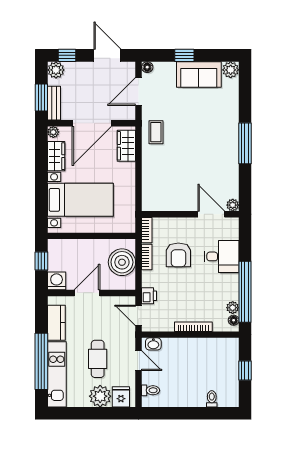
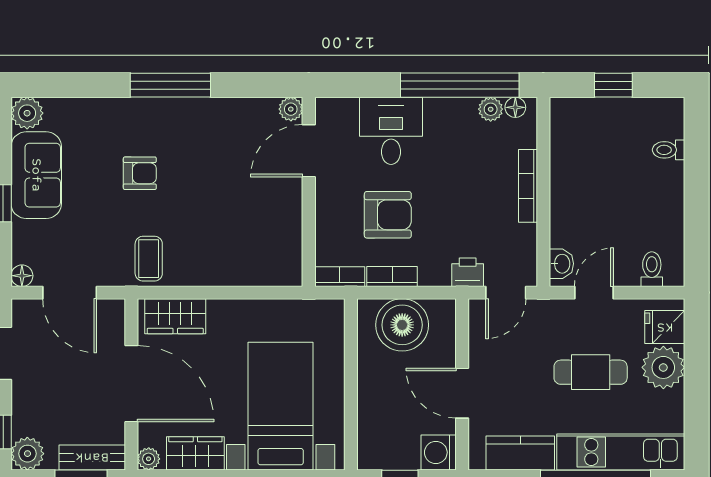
armchair: (200, 128) -> (140, 173), added
coffee table: (156, 132) -> (149, 259), turned 90

